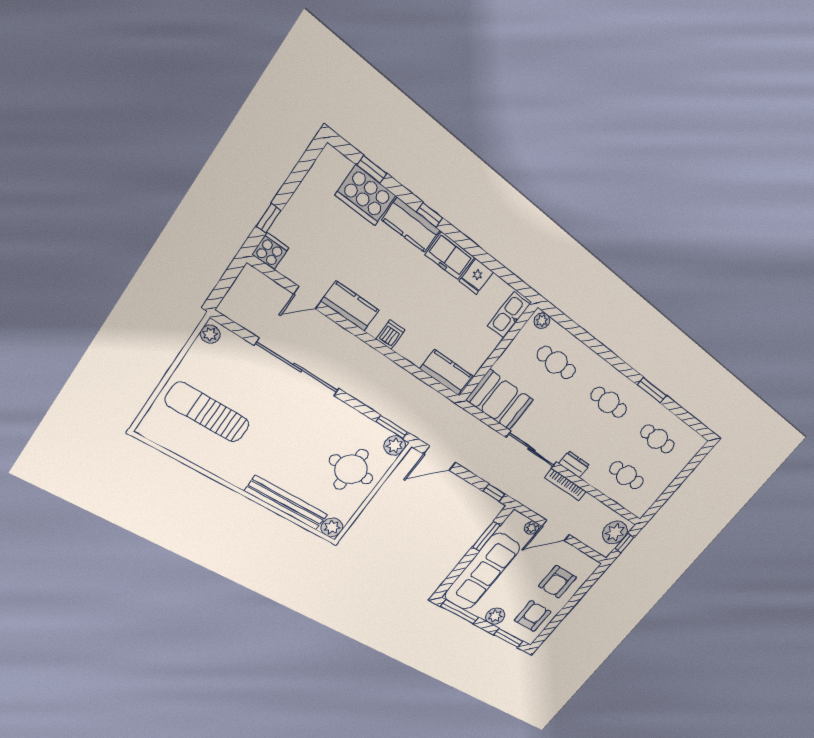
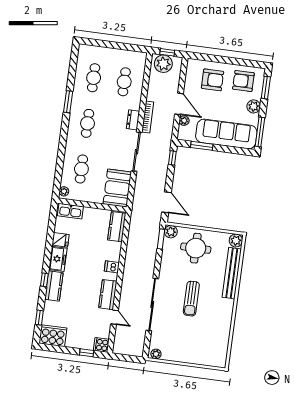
cooker: (366, 196) -> (53, 336), moved, turned -90
sun lounger: (208, 412) -> (191, 299), moved, width x0.73, depth x0.75

